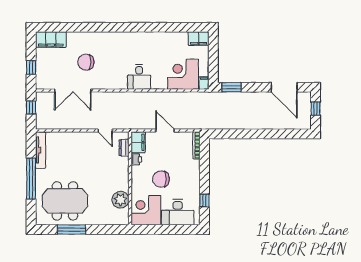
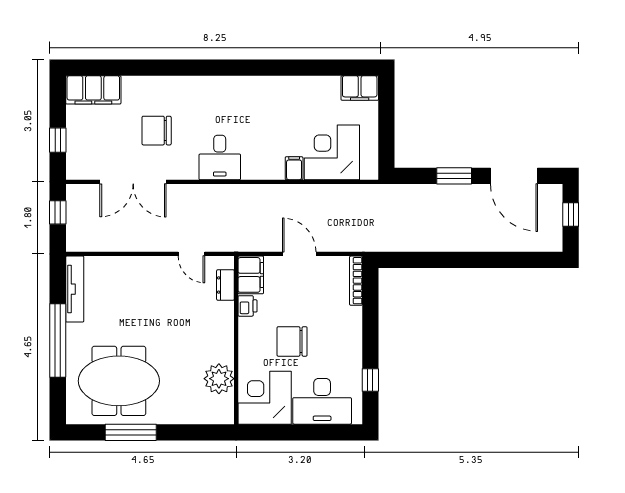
desk: (139, 77) -> (220, 157), moved
filing cabinet: (204, 83) -> (294, 168), moved
window: (232, 87) -> (454, 176), moved

